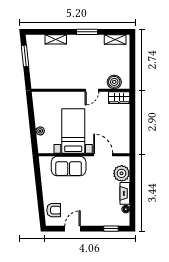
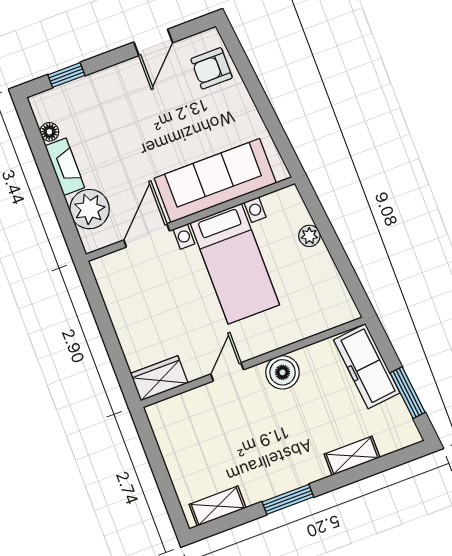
freezer: (37, 72) -> (367, 366), added
boiler: (114, 82) -> (283, 372), moved
door: (103, 155) -> (147, 235), swing flipped
sofa: (69, 166) -> (215, 181), width x1.36

